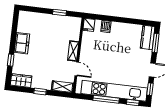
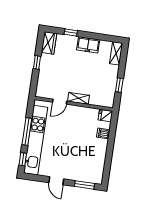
kitchen counter: (148, 37) -> (90, 177), removed
shelving: (63, 87) -> (116, 53), moved
window: (150, 89) -> (36, 178), removed

